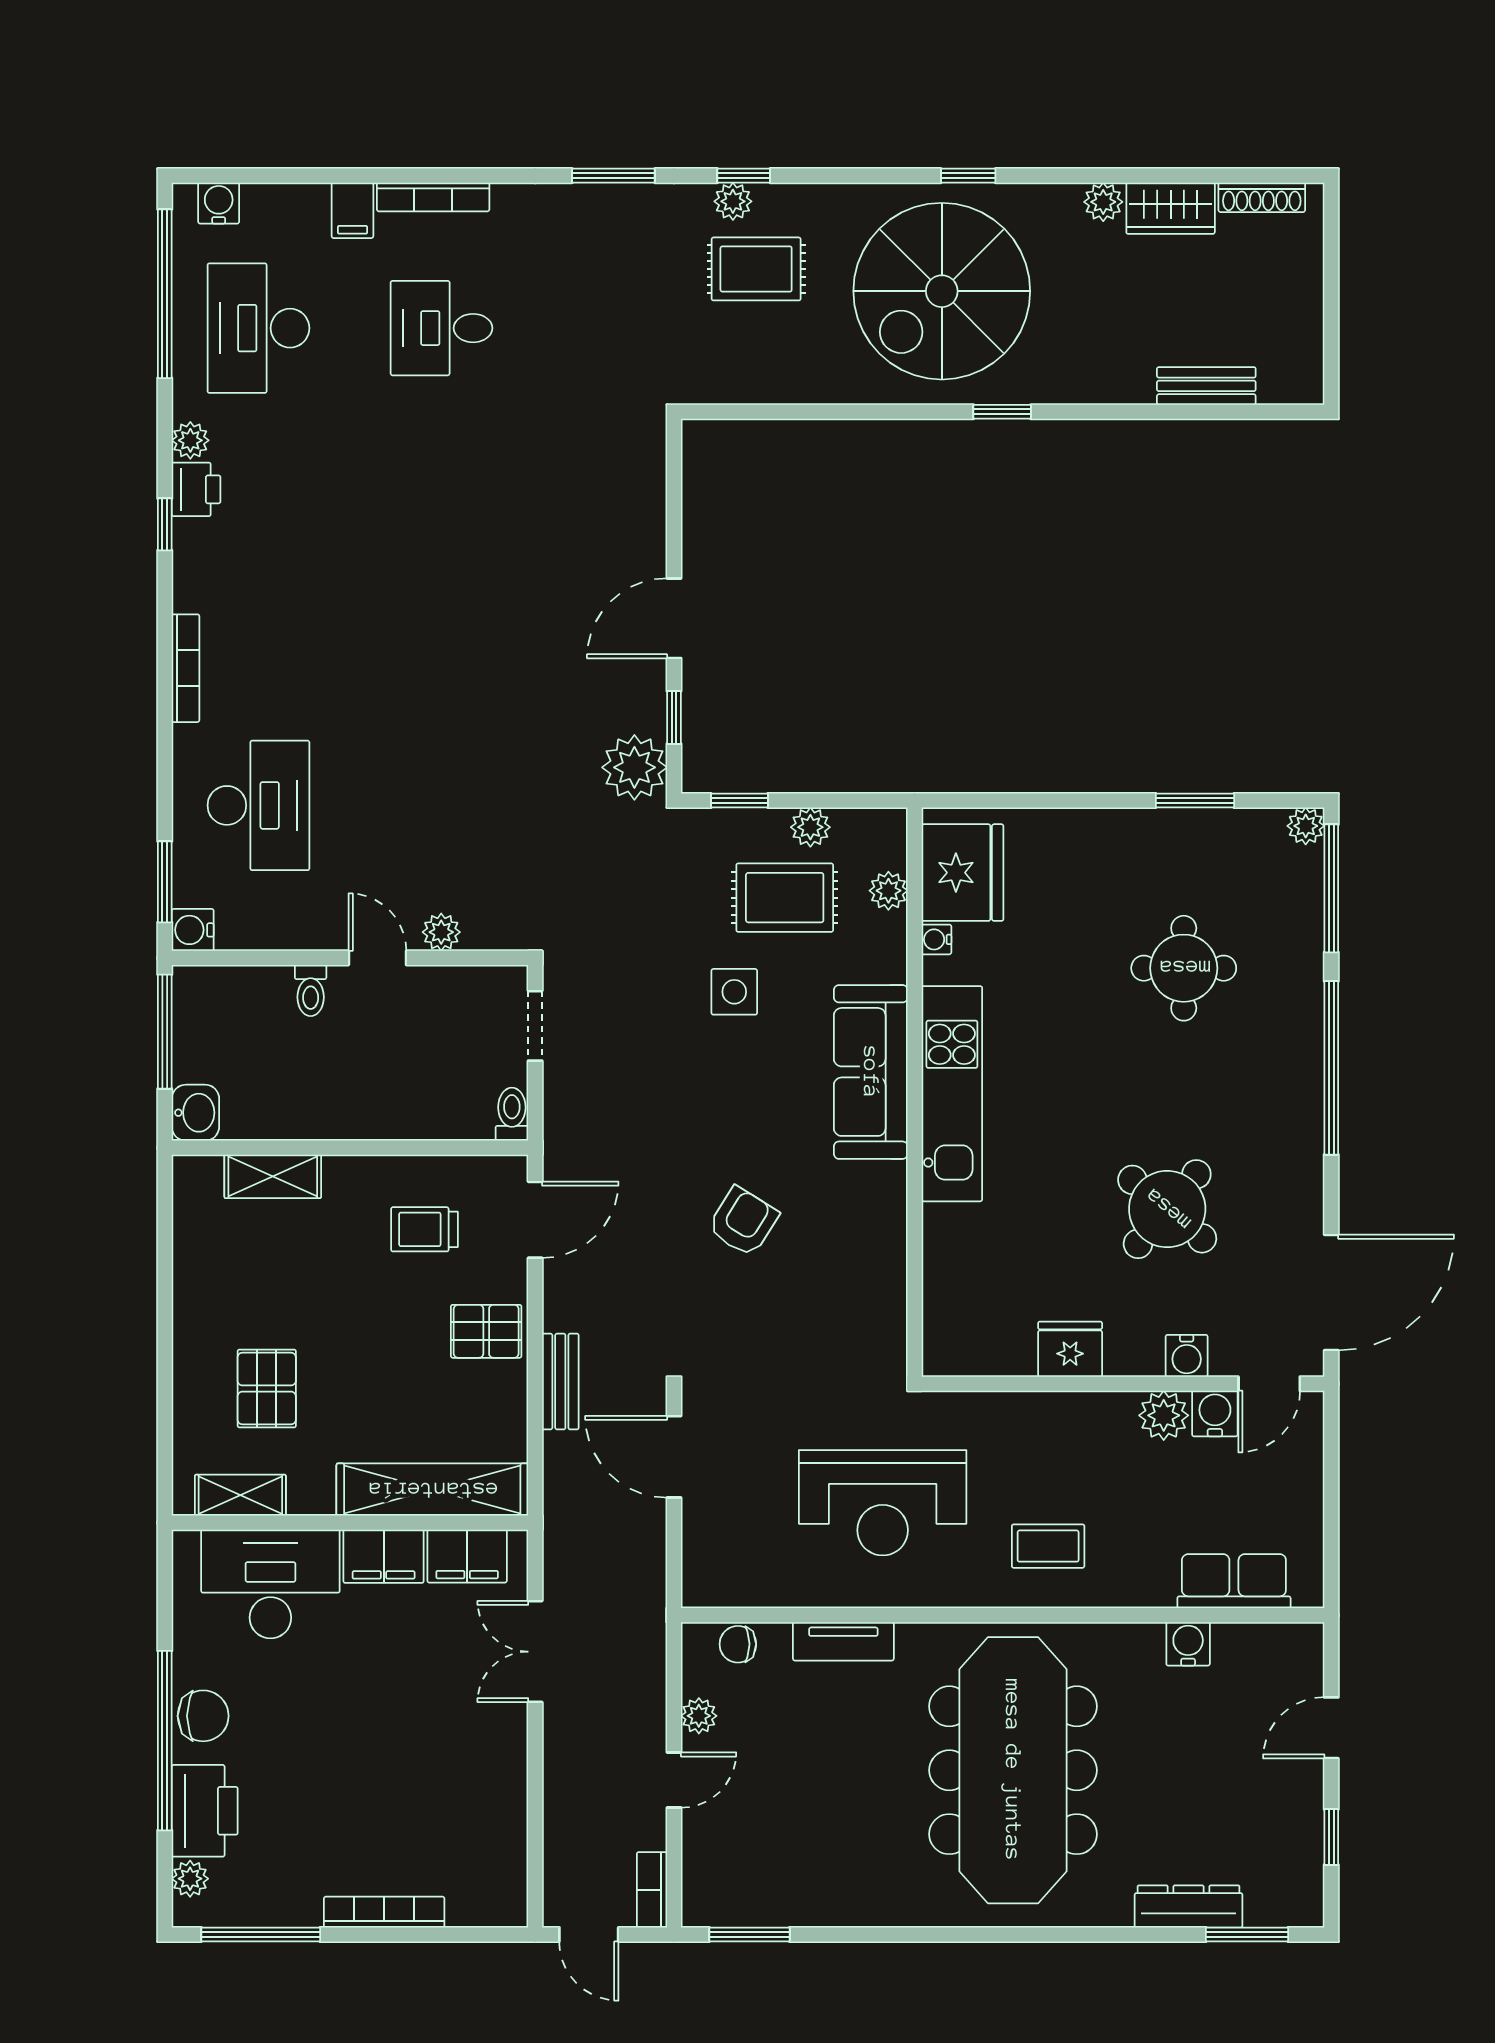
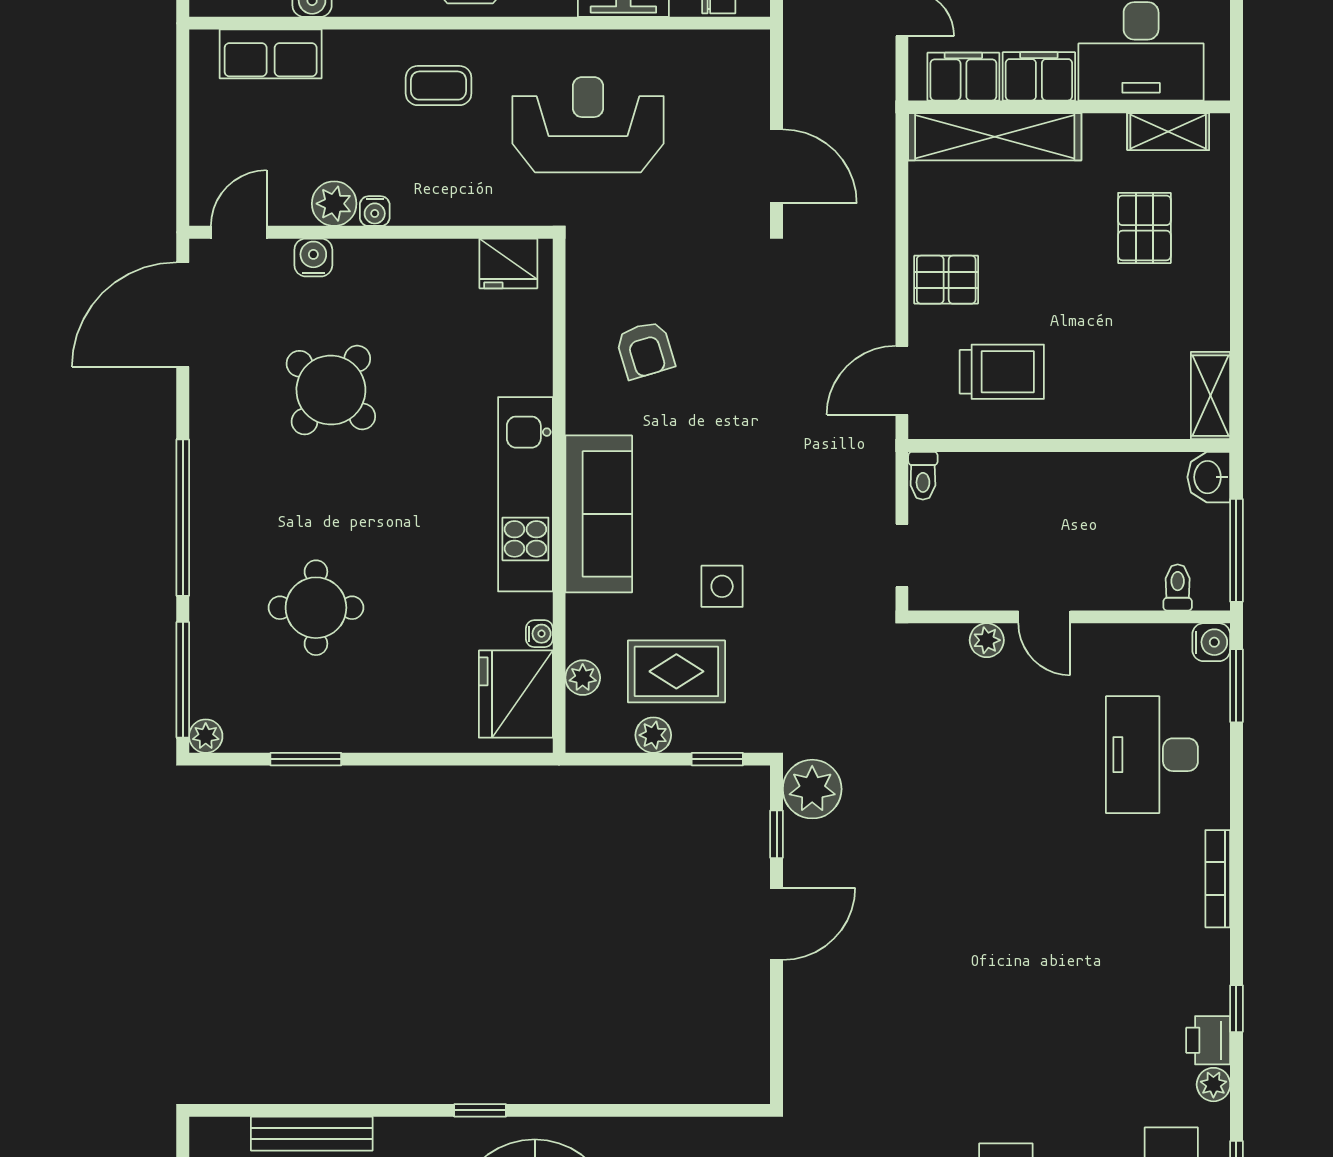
bench: (1206, 386) -> (312, 1134), width x1.36
toilet: (311, 990) -> (1178, 588), moved
shelving: (273, 1176) -> (1211, 396), moved, turned 90
armchair: (743, 1222) -> (645, 350), moved, turned -49
trolley: (425, 1229) -> (1002, 372), width x1.36, depth x1.39
fridge: (1070, 1349) -> (508, 263), moved
bench: (560, 1382) -> (879, 234), removed
water cooler: (1215, 1413) -> (375, 211), moved, width x0.72, depth x0.72

